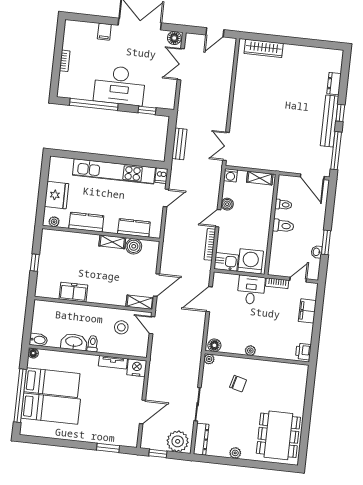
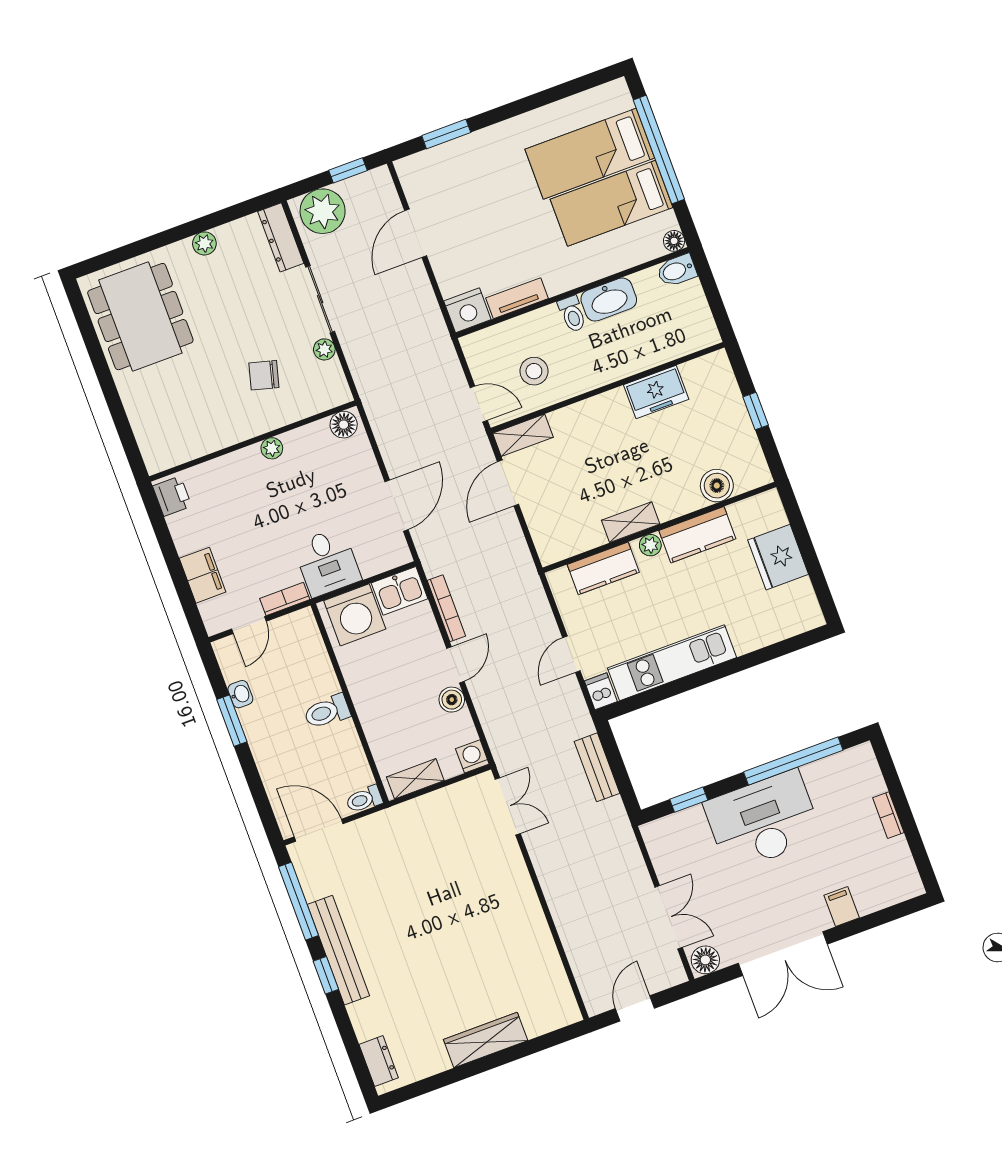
wardrobe: (264, 48) -> (486, 1040), moved
dresser: (334, 84) -> (379, 1061), moved
kitchen unit: (114, 171) -> (672, 663), width x0.73
toilet: (283, 205) -> (364, 799), moved
plant: (54, 222) -> (650, 545), moved
boiler: (134, 246) -> (717, 486), moved
plant: (209, 359) -> (324, 349), moved

